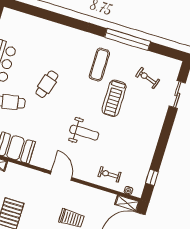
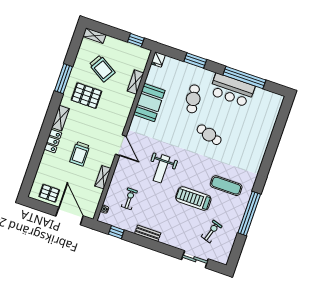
bench: (152, 145) -> (148, 233), added
exercise bike: (109, 174) -> (129, 199), moved
door: (61, 176) -> (121, 145), hinge flipped
shelving: (127, 203) -> (103, 177), moved

